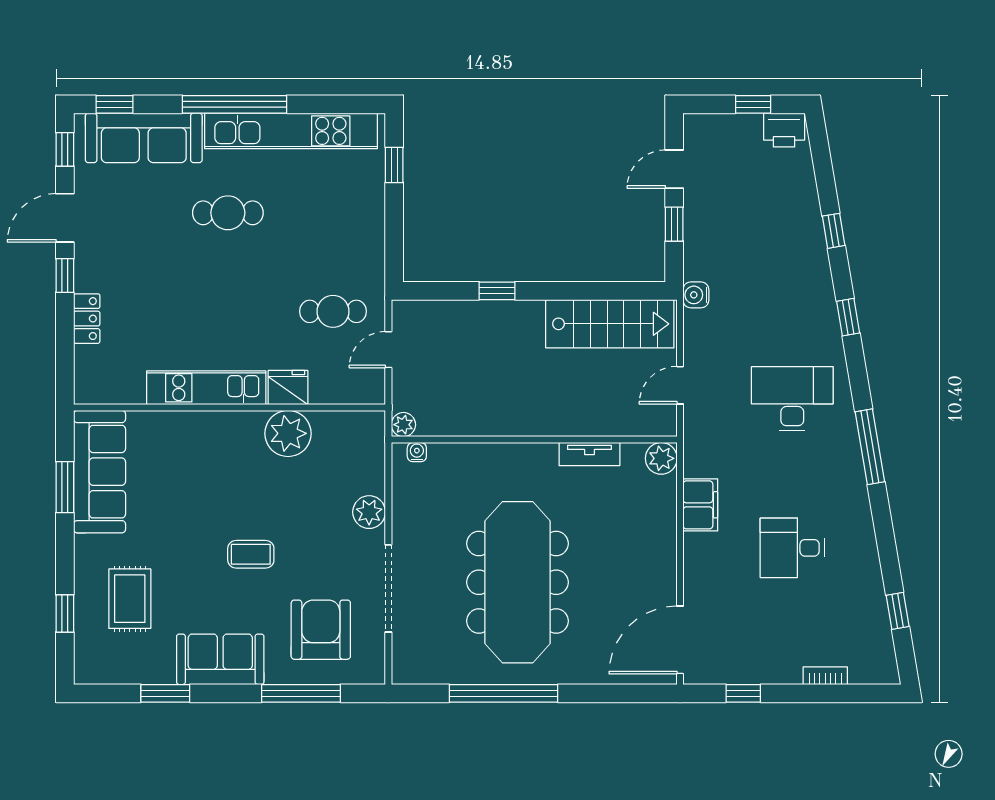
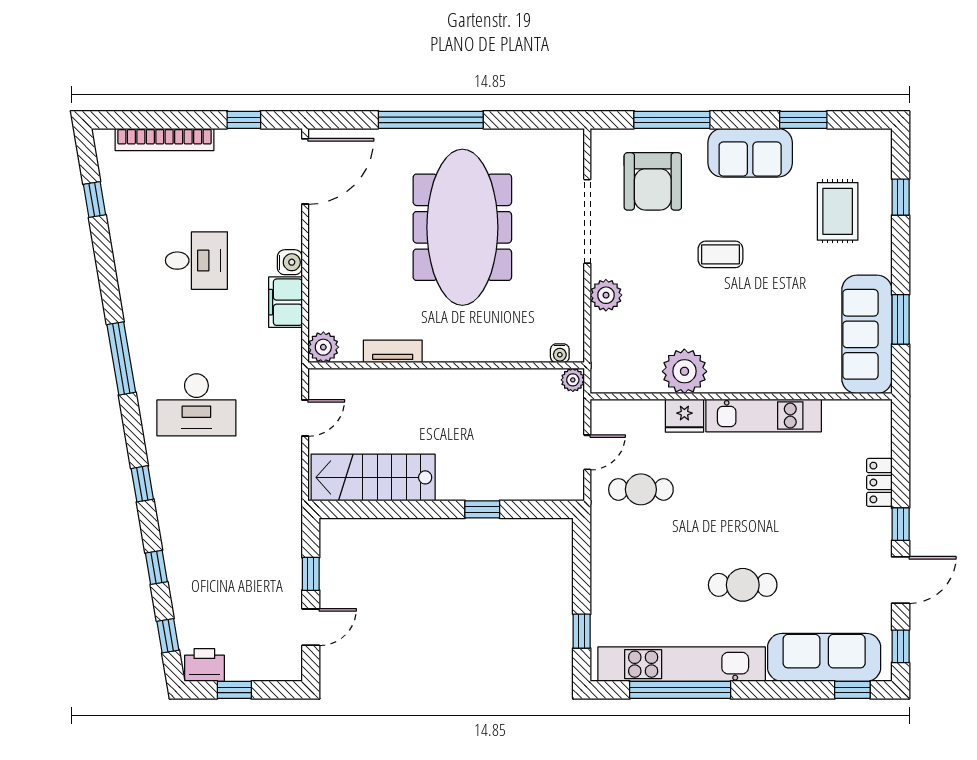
window: (234, 104) -> (680, 690), moved
window: (822, 160) -> (168, 636), added
water cooler: (696, 295) -> (290, 262), moved
bookcase: (825, 676) -> (164, 140), width x2.31, depth x1.31
window: (503, 693) -> (431, 120), moved

